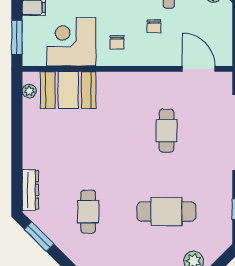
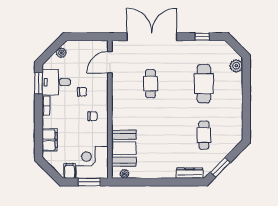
corner desk: (71, 42) -> (92, 162), moved, turned 90
cafe table: (166, 131) -> (151, 84), turned 90
cafe table: (88, 212) -> (204, 135), turned 90

